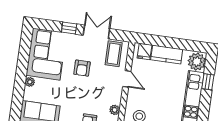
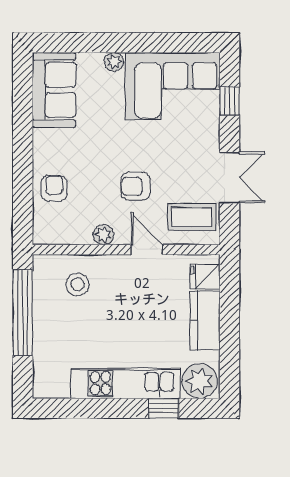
window: (69, 28) -> (229, 101), moved
armchair: (82, 68) -> (135, 186), moved
door: (127, 79) -> (147, 250), swing flipped
plant: (115, 110) -> (103, 235), moved

